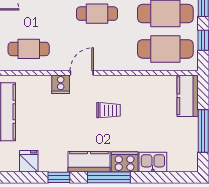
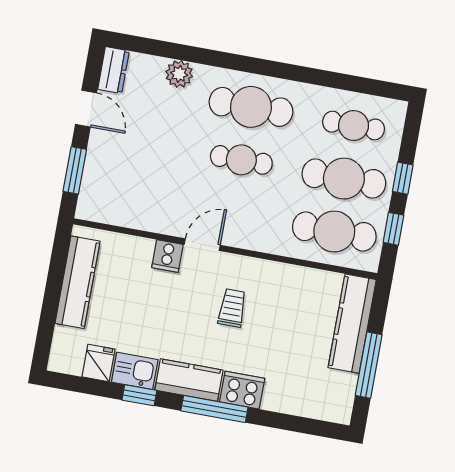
cafe table: (29, 49) -> (129, 194), removed
kitchen counter: (188, 96) -> (352, 324), width x1.50
trolley: (108, 110) -> (232, 308), turned -90
kitchen sink: (153, 162) -> (135, 371), moved

